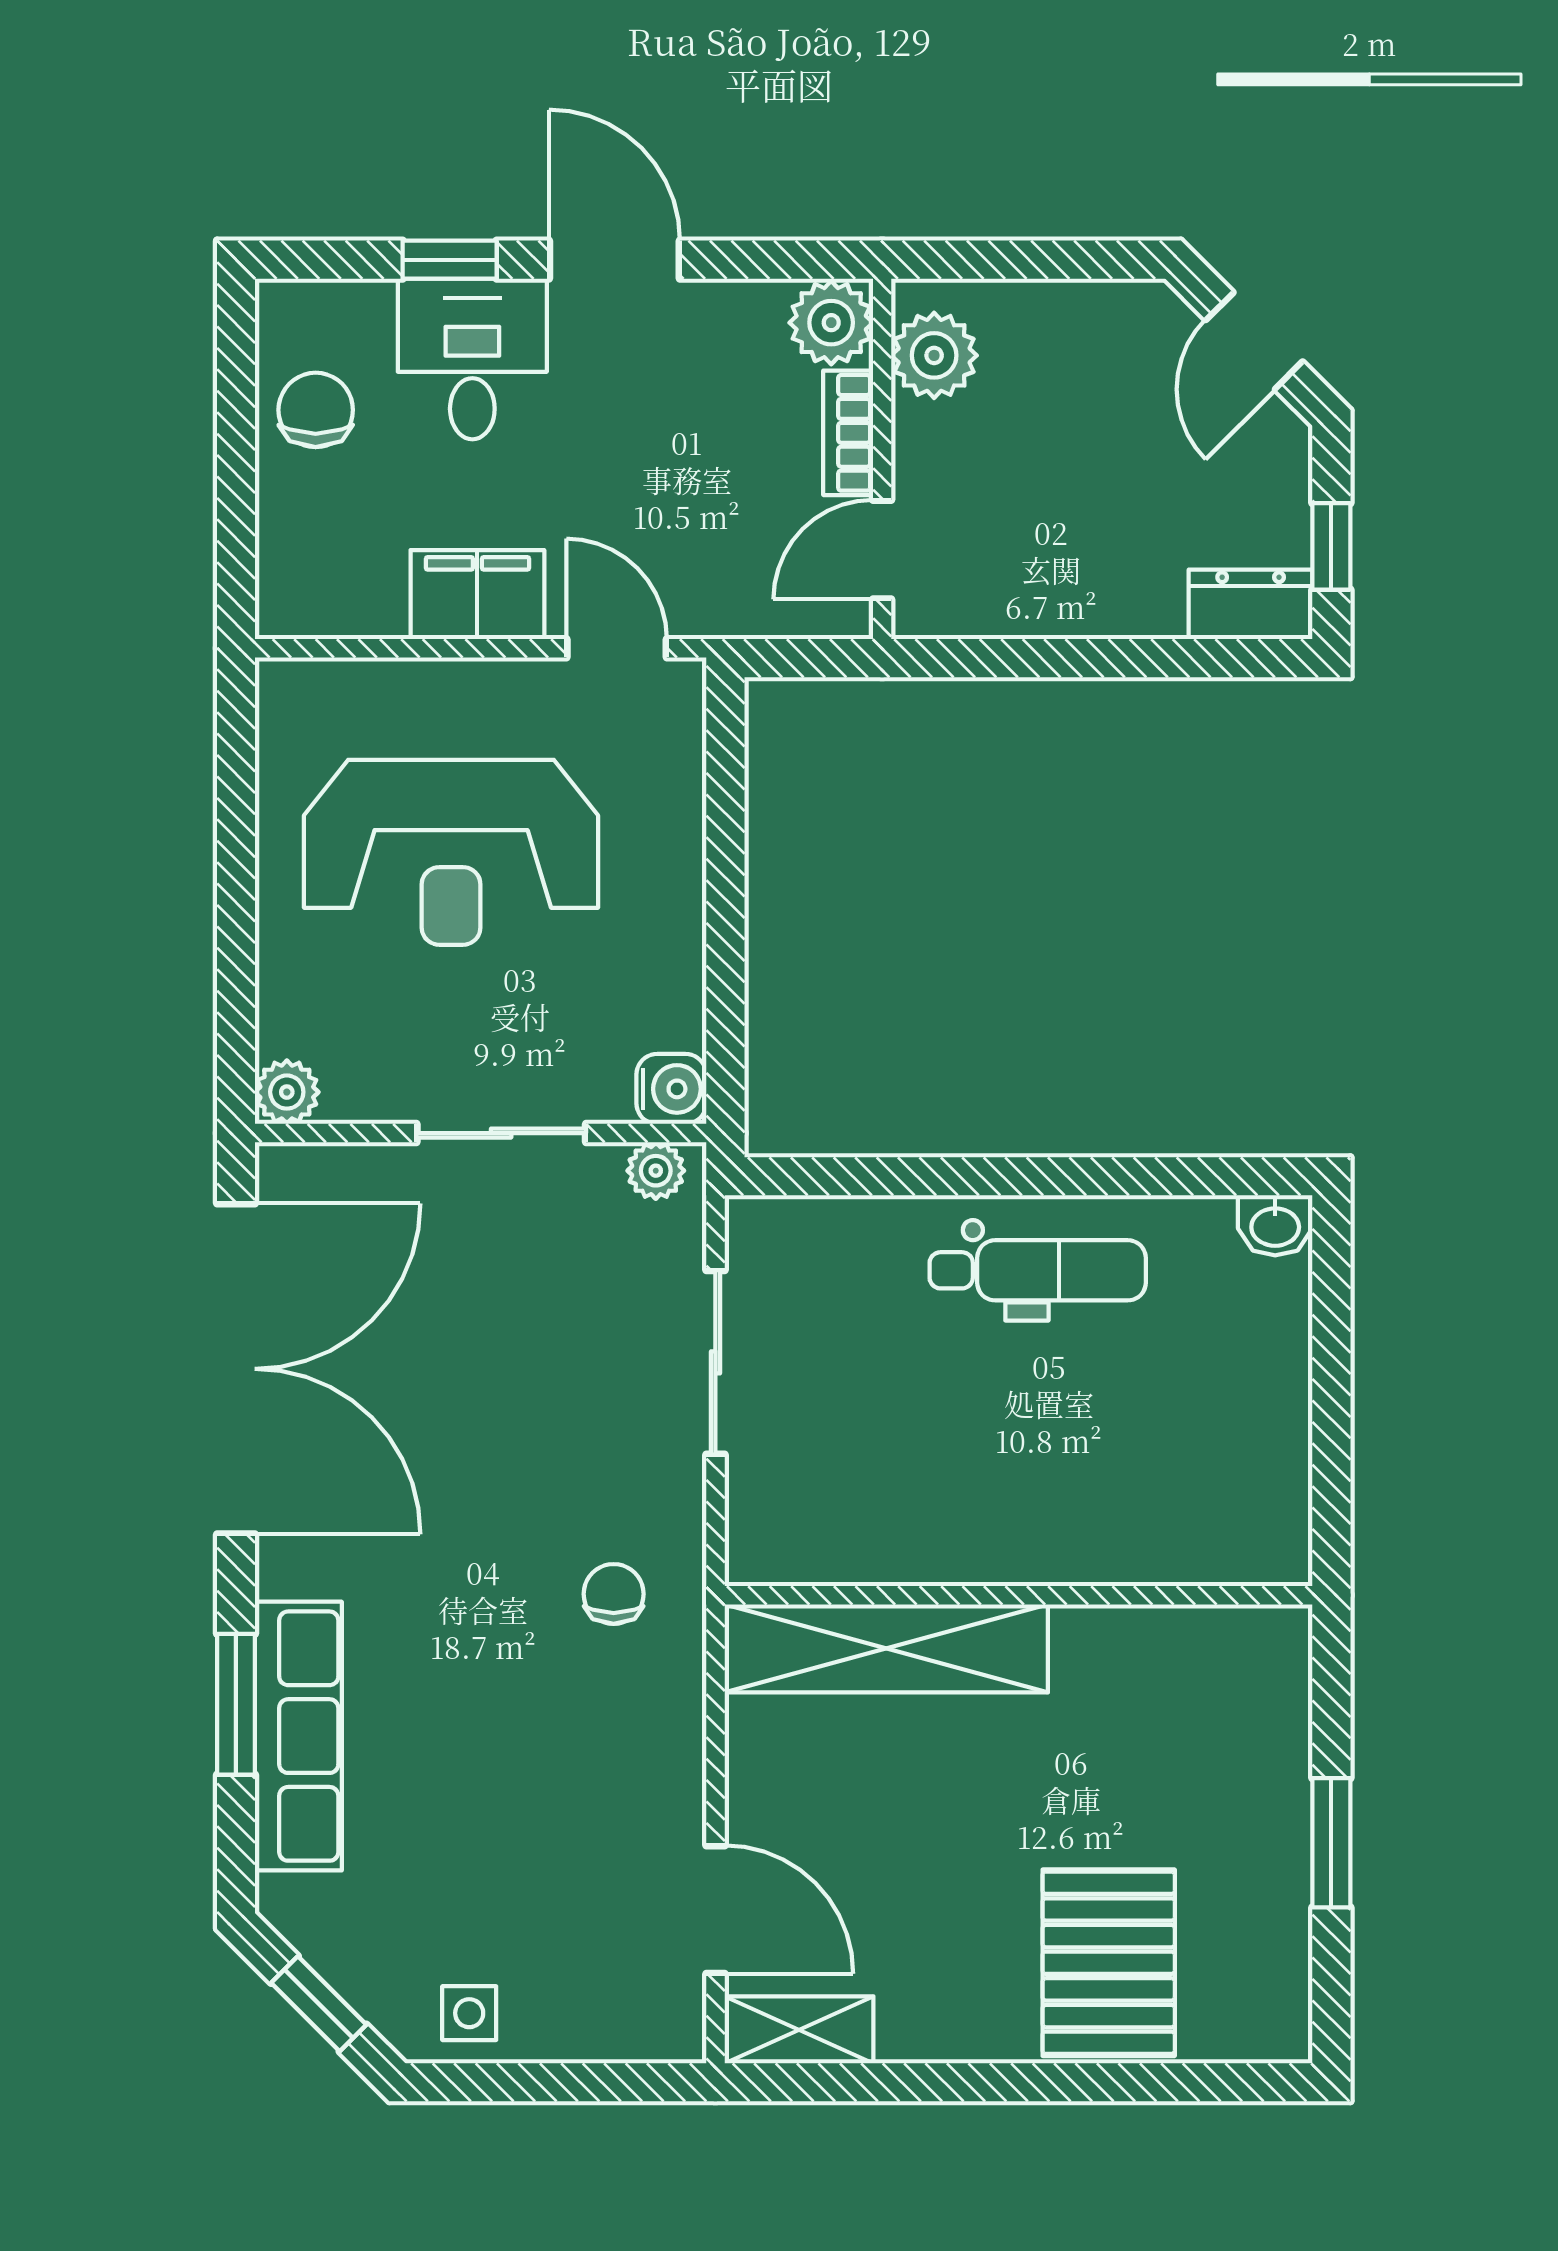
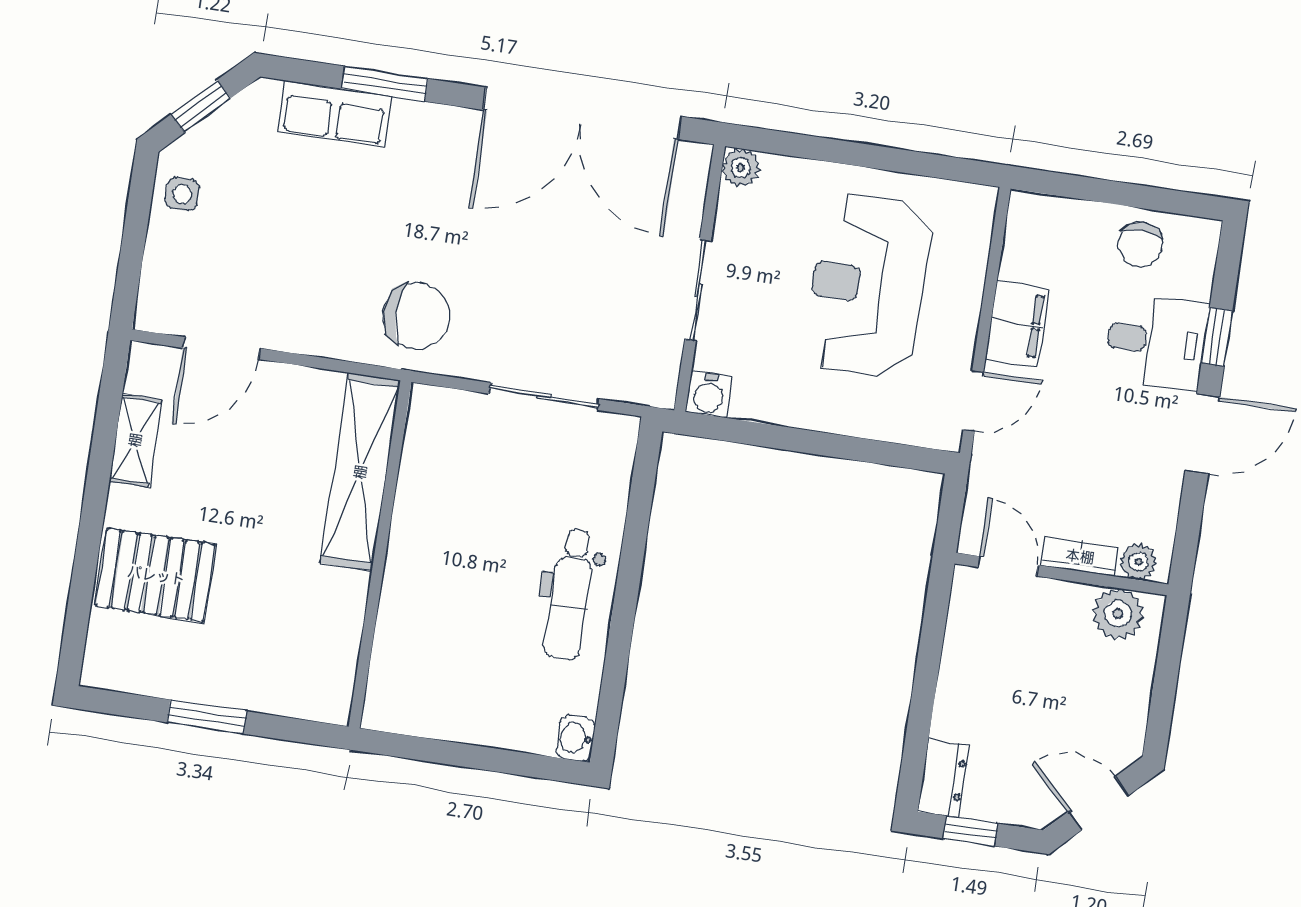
plant: (831, 323) -> (1138, 562), width x0.73, depth x0.73
chair: (316, 410) -> (1140, 245), turned 90
plant: (656, 1171) -> (662, 378), removed
chair: (614, 1594) -> (416, 316), width x1.87, depth x1.87
row of seats: (298, 1736) -> (335, 114), width x0.68
shelving: (799, 2030) -> (135, 440), moved

